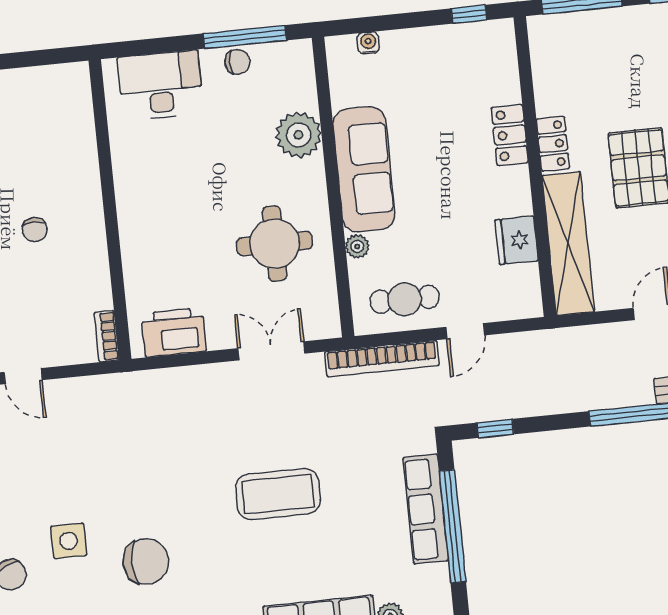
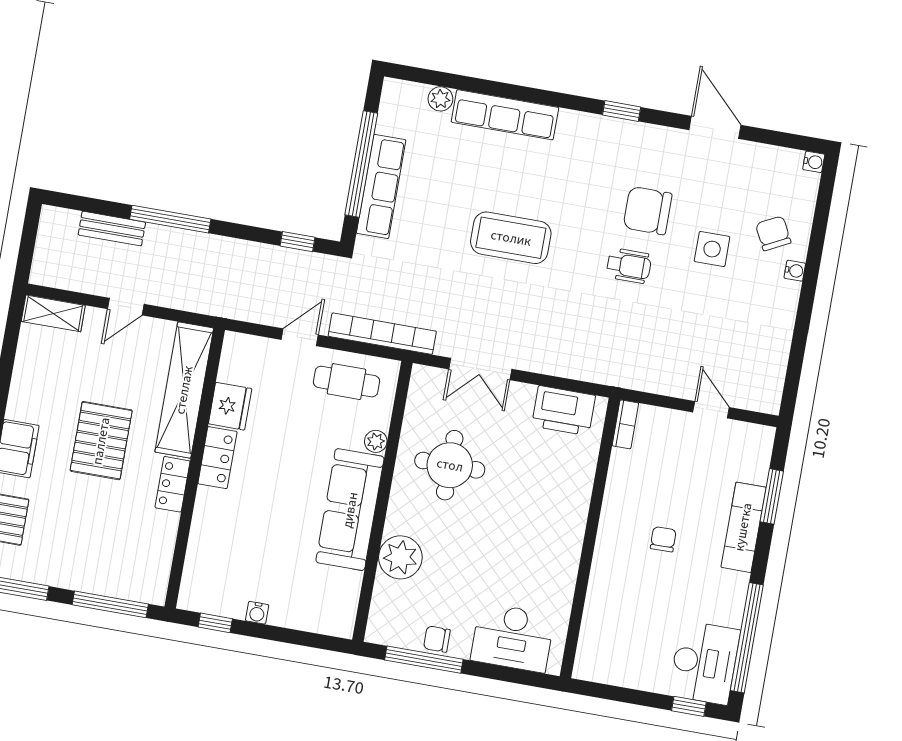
water cooler: (368, 43) -> (257, 613), moved
locker: (510, 135) -> (217, 458), moved
wheelchair: (149, 500) -> (629, 266), added

